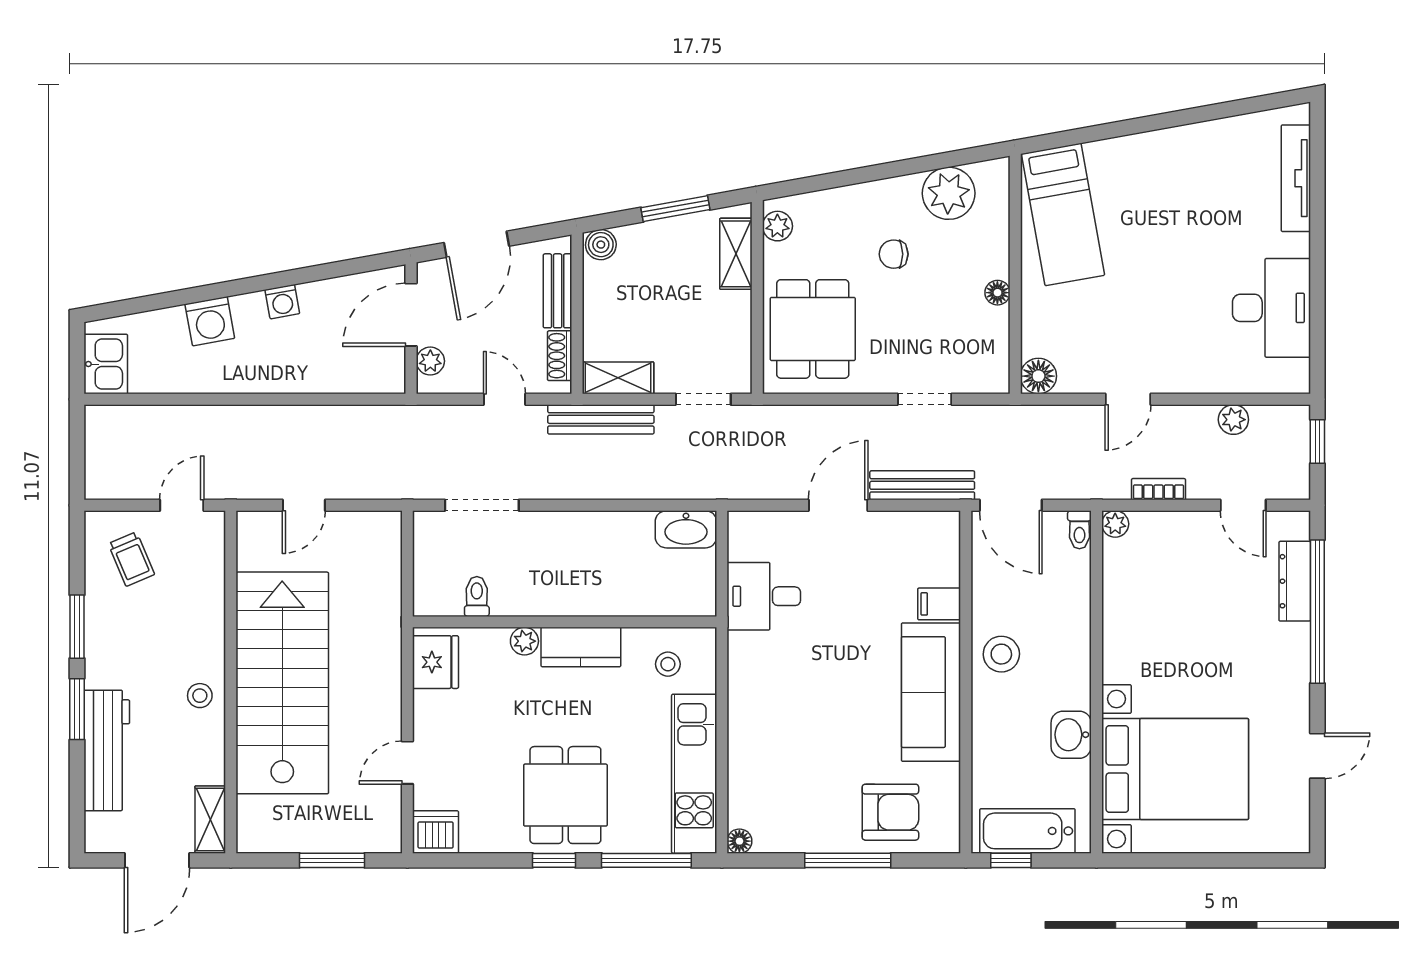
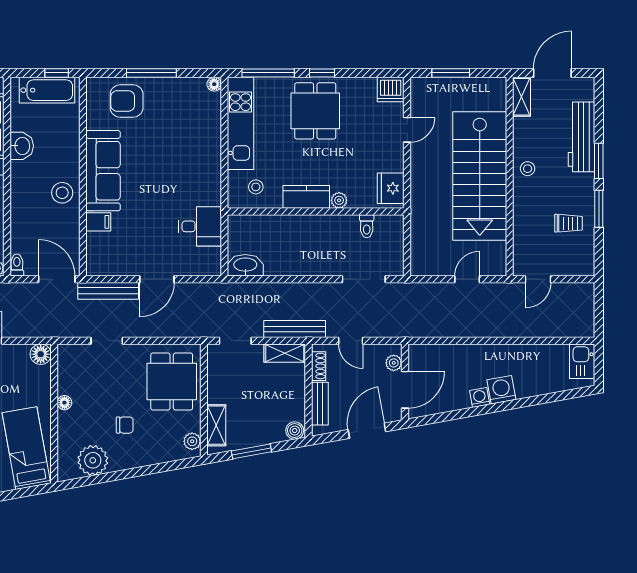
washing machine: (210, 321) -> (501, 390), moved
trolley: (131, 559) -> (569, 223), moved, turned 113

